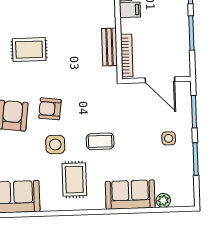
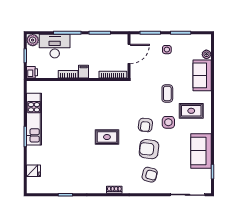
bench: (109, 47) -> (107, 85), removed
rug: (29, 50) -> (107, 137), turned 90

